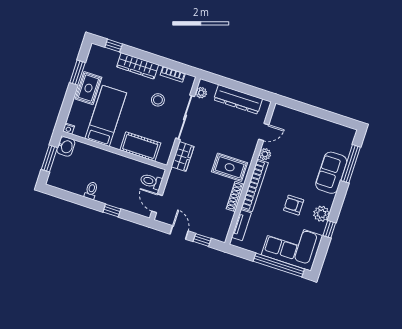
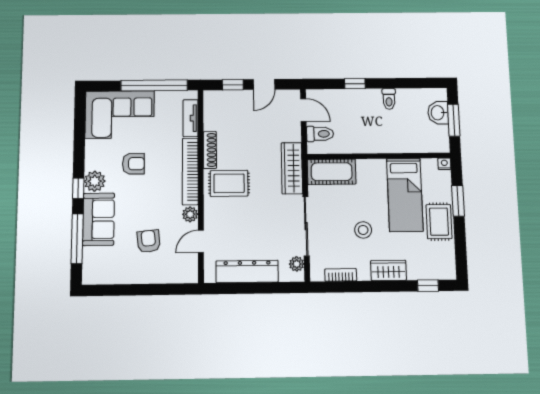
wardrobe: (138, 66) -> (388, 270), width x0.67
window: (77, 73) -> (458, 201), moved
stool: (158, 100) -> (363, 230), moved
armchair: (301, 145) -> (149, 241), added
washbasin: (66, 146) -> (438, 113), moved
cot: (140, 147) -> (332, 172), moved
wardrobe: (183, 157) -> (292, 168), width x1.50
plant: (321, 214) -> (95, 181), moved
window: (329, 229) -> (78, 188), moved
door: (179, 232) -> (264, 84), hinge flipped
window: (279, 265) -> (154, 85), moved

